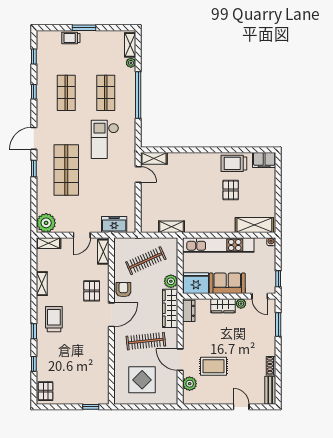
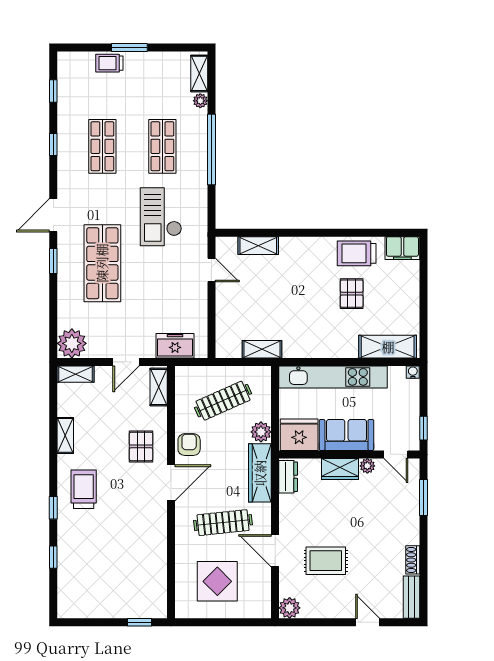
shelving: (154, 158) -> (258, 246), moved
plant: (190, 384) -> (290, 608), moved
pallet: (46, 391) -> (71, 598), removed

